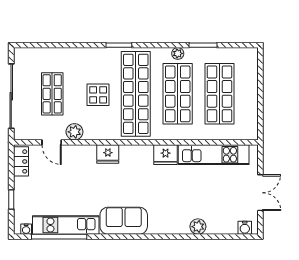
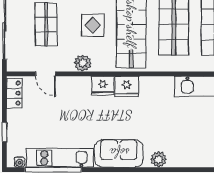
plant: (74, 132) -> (83, 63), moved
fridge: (166, 155) -> (127, 86), moved
plant: (198, 227) -> (159, 159), moved

